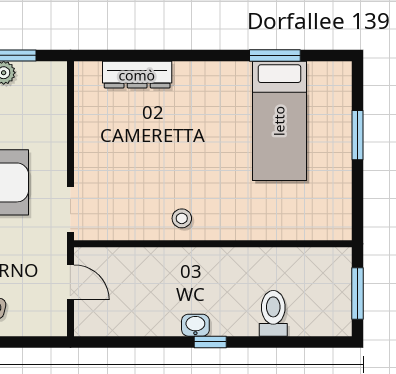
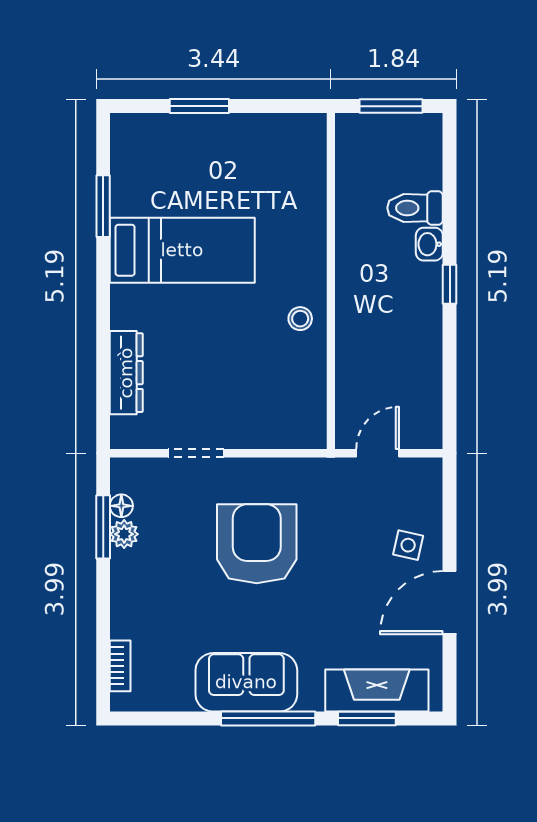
floor lamp: (27, 71) -> (121, 506), added
bed: (279, 121) -> (182, 250), moved
doorway: (70, 210) -> (196, 453), moved
washbasin: (195, 325) -> (429, 244), moved

